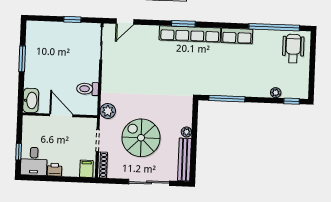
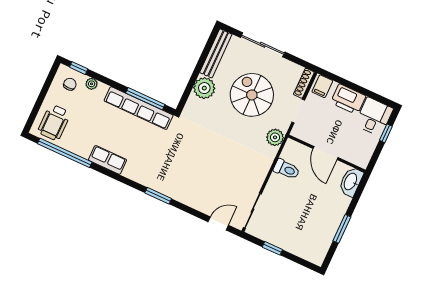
row of seats: (190, 34) -> (139, 108), moved, turned 180
chair: (293, 85) -> (70, 84), added
plant: (186, 132) -> (204, 88), width x1.87, depth x1.87
spiral stairs: (141, 138) -> (252, 95), turned 180
printer: (55, 170) -> (348, 99), width x1.87, depth x1.48

